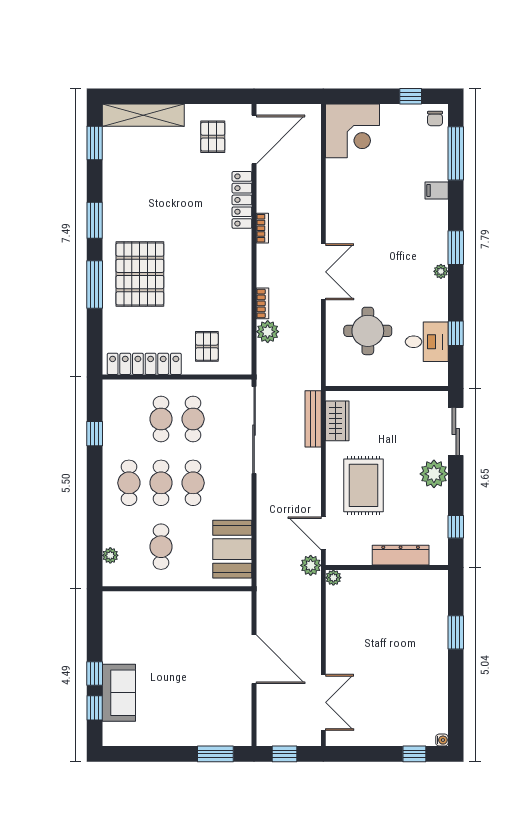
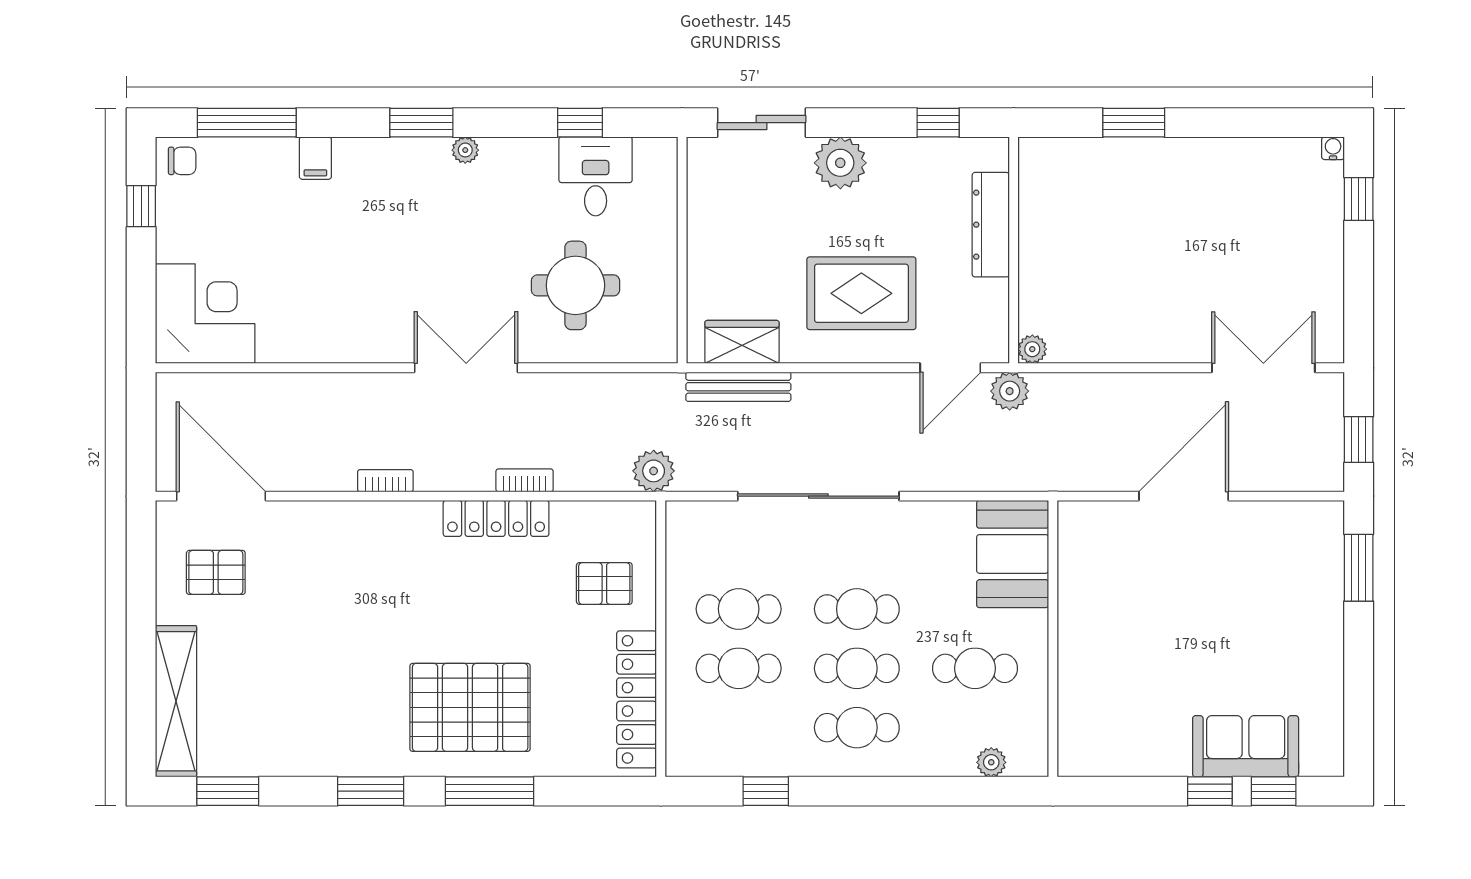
locker: (242, 200) -> (496, 518), moved
plant: (268, 332) -> (654, 471), moved
sliding door: (254, 430) -> (818, 496), moved
booth: (232, 549) -> (1013, 554), moved, turned 90

